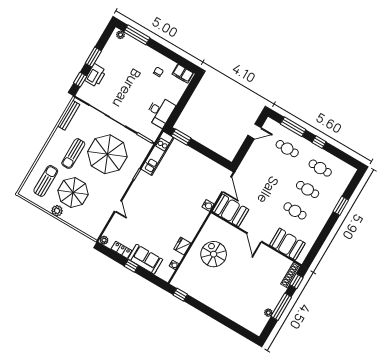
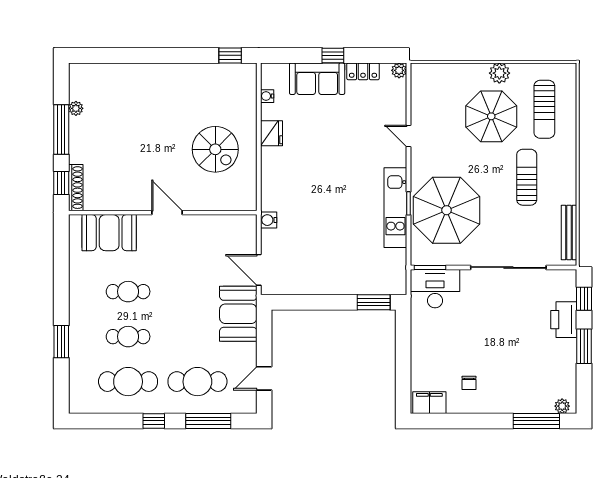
desk: (160, 112) -> (435, 289), moved, turned 90
cafe table: (287, 149) -> (197, 382), width x1.37, depth x1.35
kitchen unit: (157, 153) -> (395, 208), moved
parasol: (107, 154) -> (447, 210), moved
cafe table: (320, 168) -> (128, 382), width x1.37, depth x1.35
booth: (230, 210) -> (238, 314), moved, turned 90

